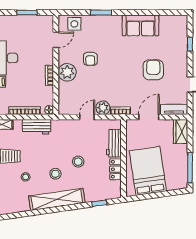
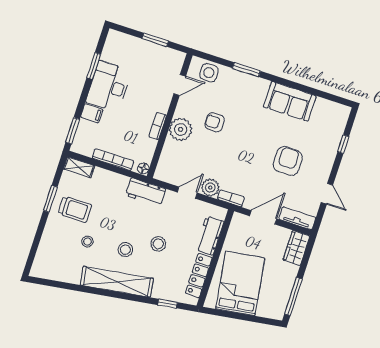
armchair: (90, 59) -> (215, 122), turned 90
workbench: (37, 127) -> (146, 192), moved
locker: (115, 169) -> (199, 276), width x1.53

